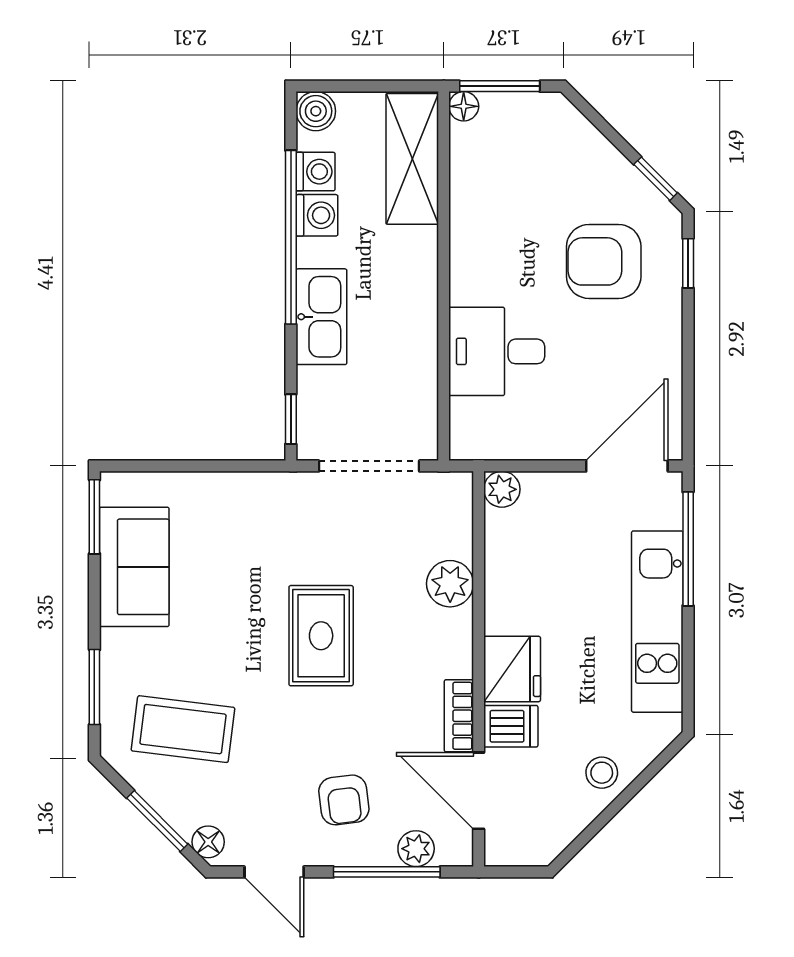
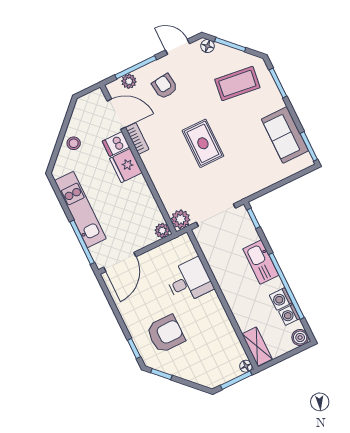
shelving: (412, 159) -> (257, 347), width x0.67, depth x0.75
plant: (450, 584) -> (181, 219), moved

